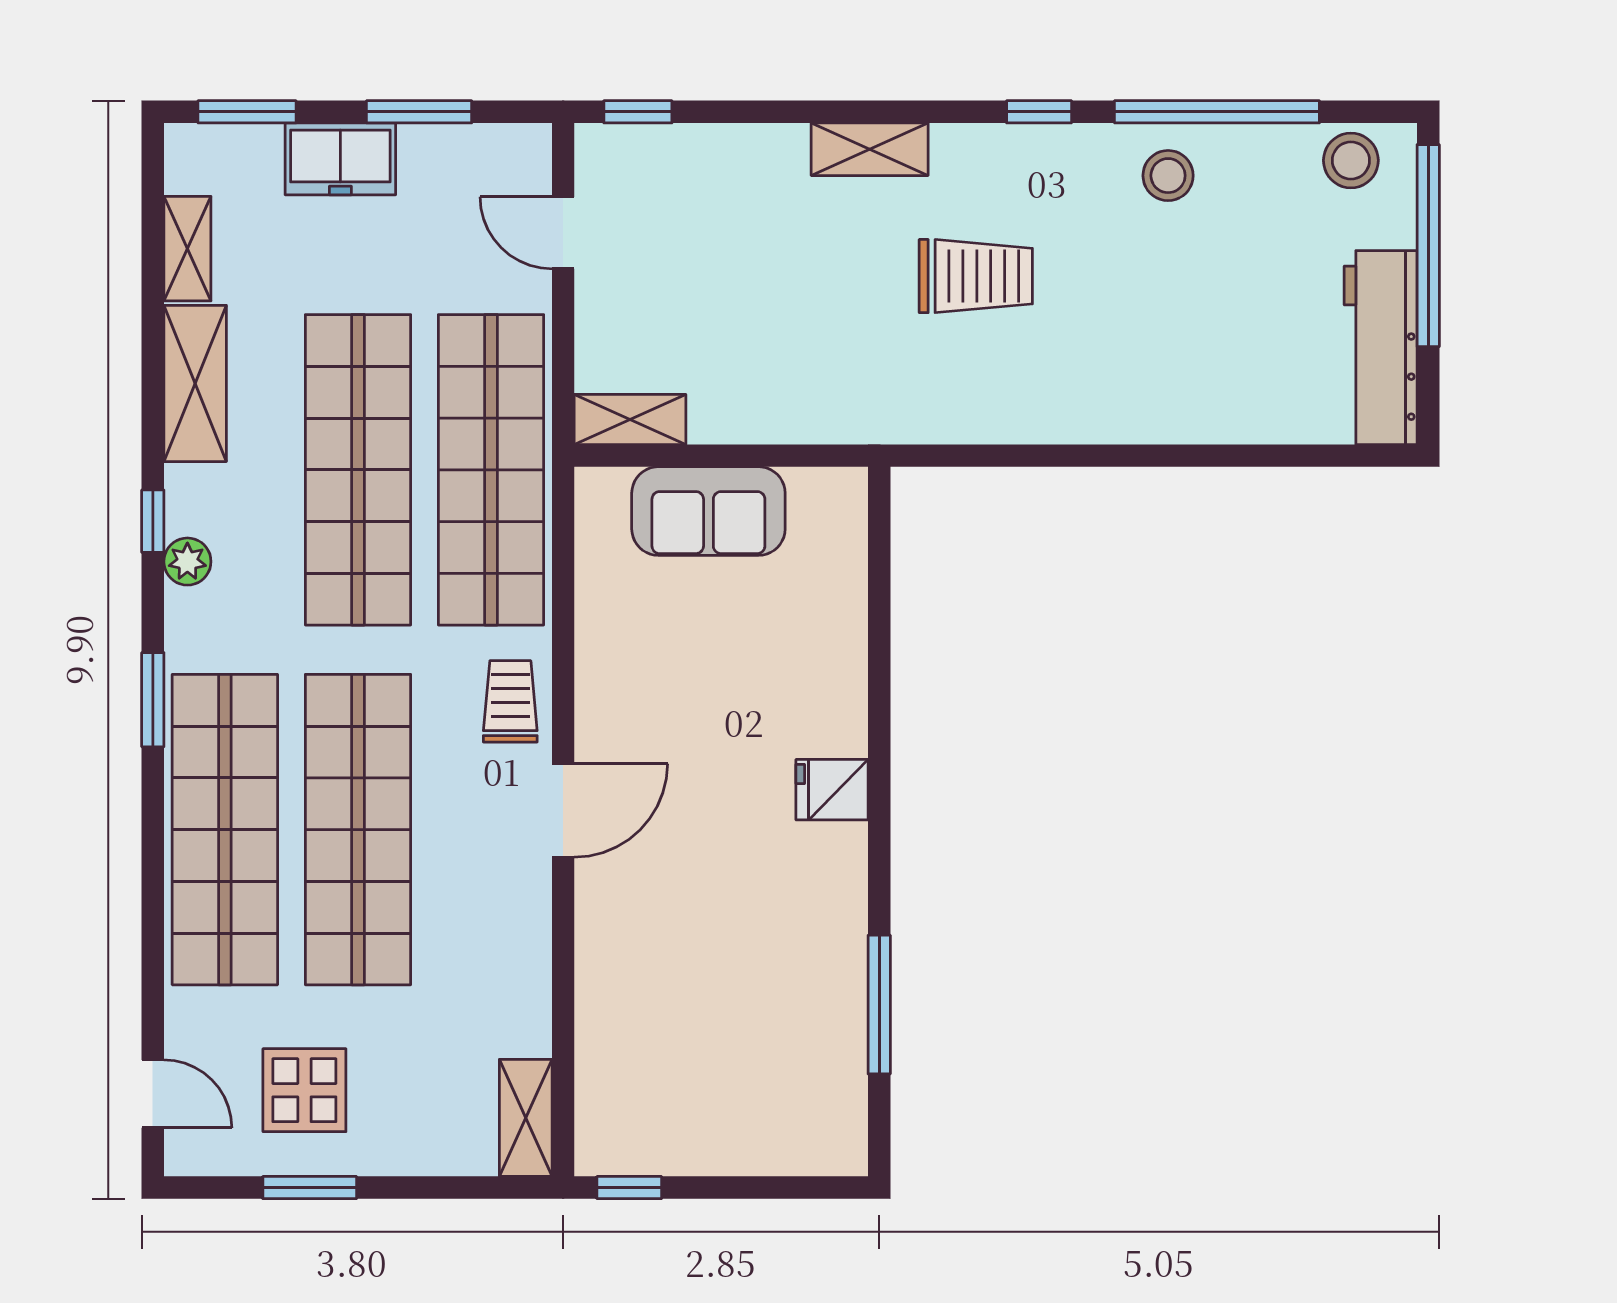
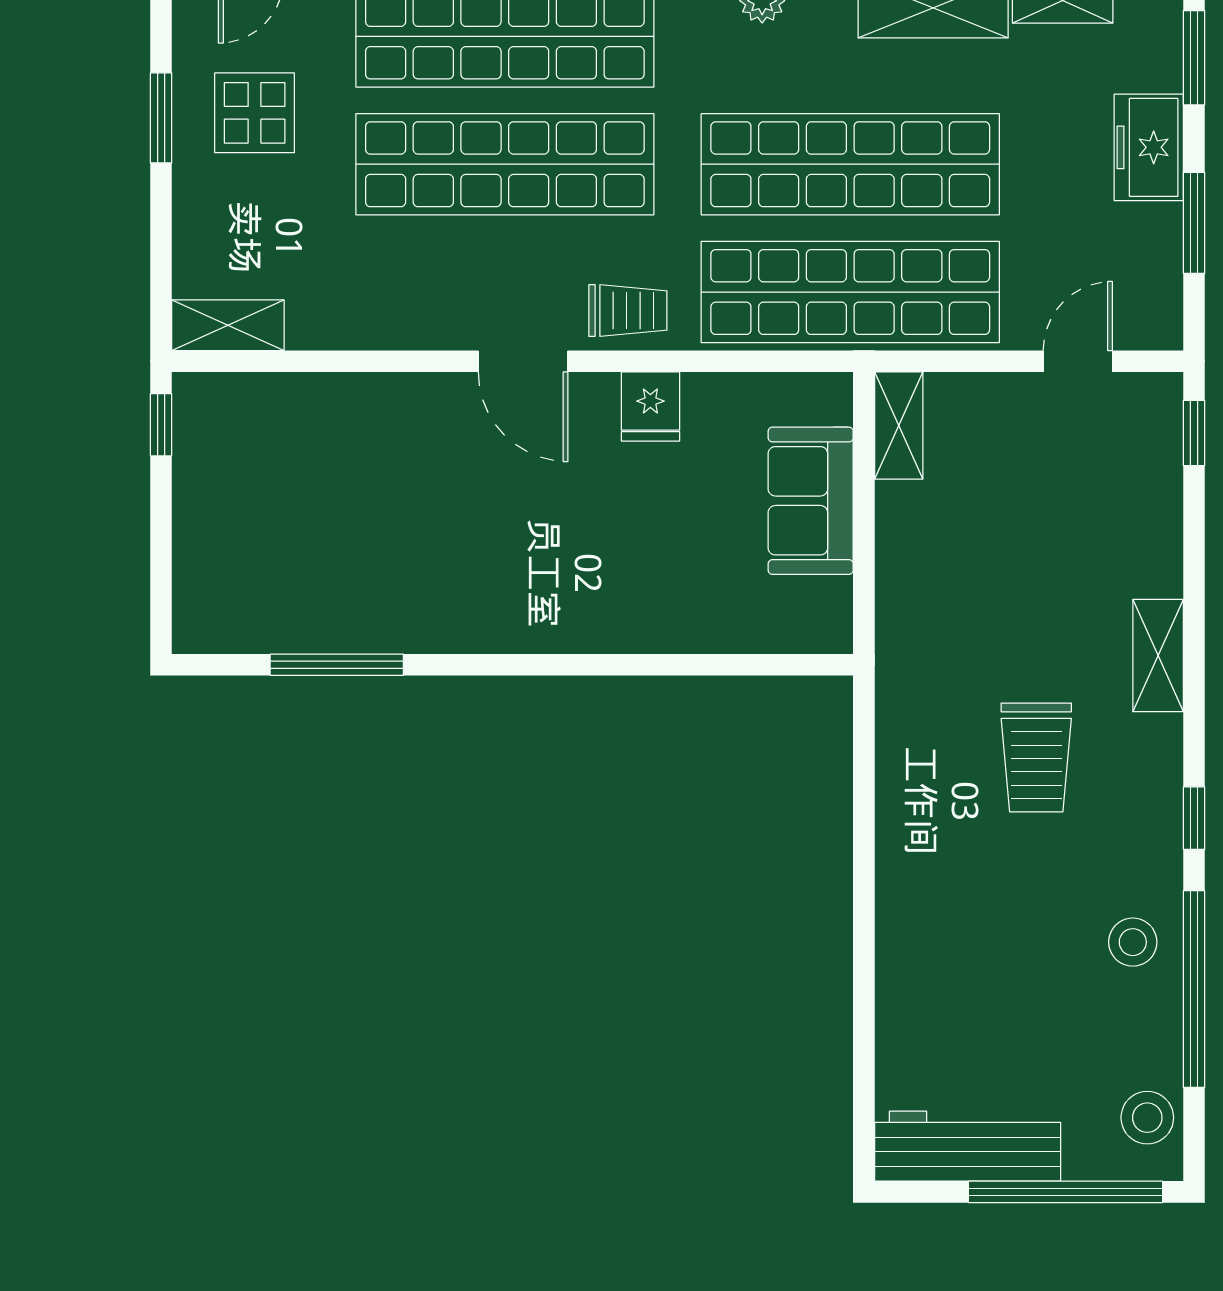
fridge: (832, 790) -> (650, 407), moved, turned 180

